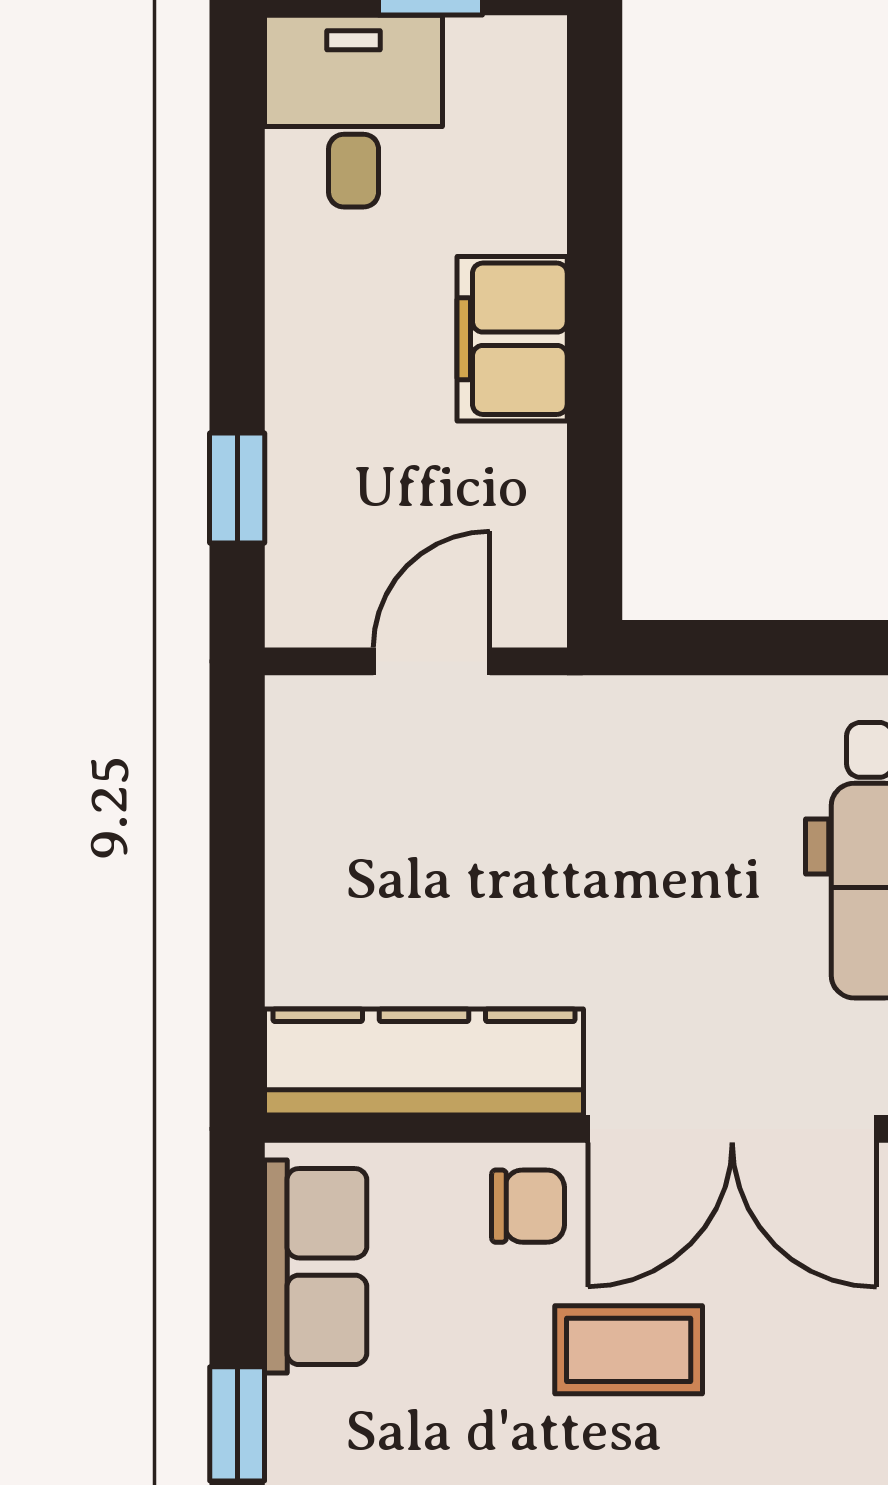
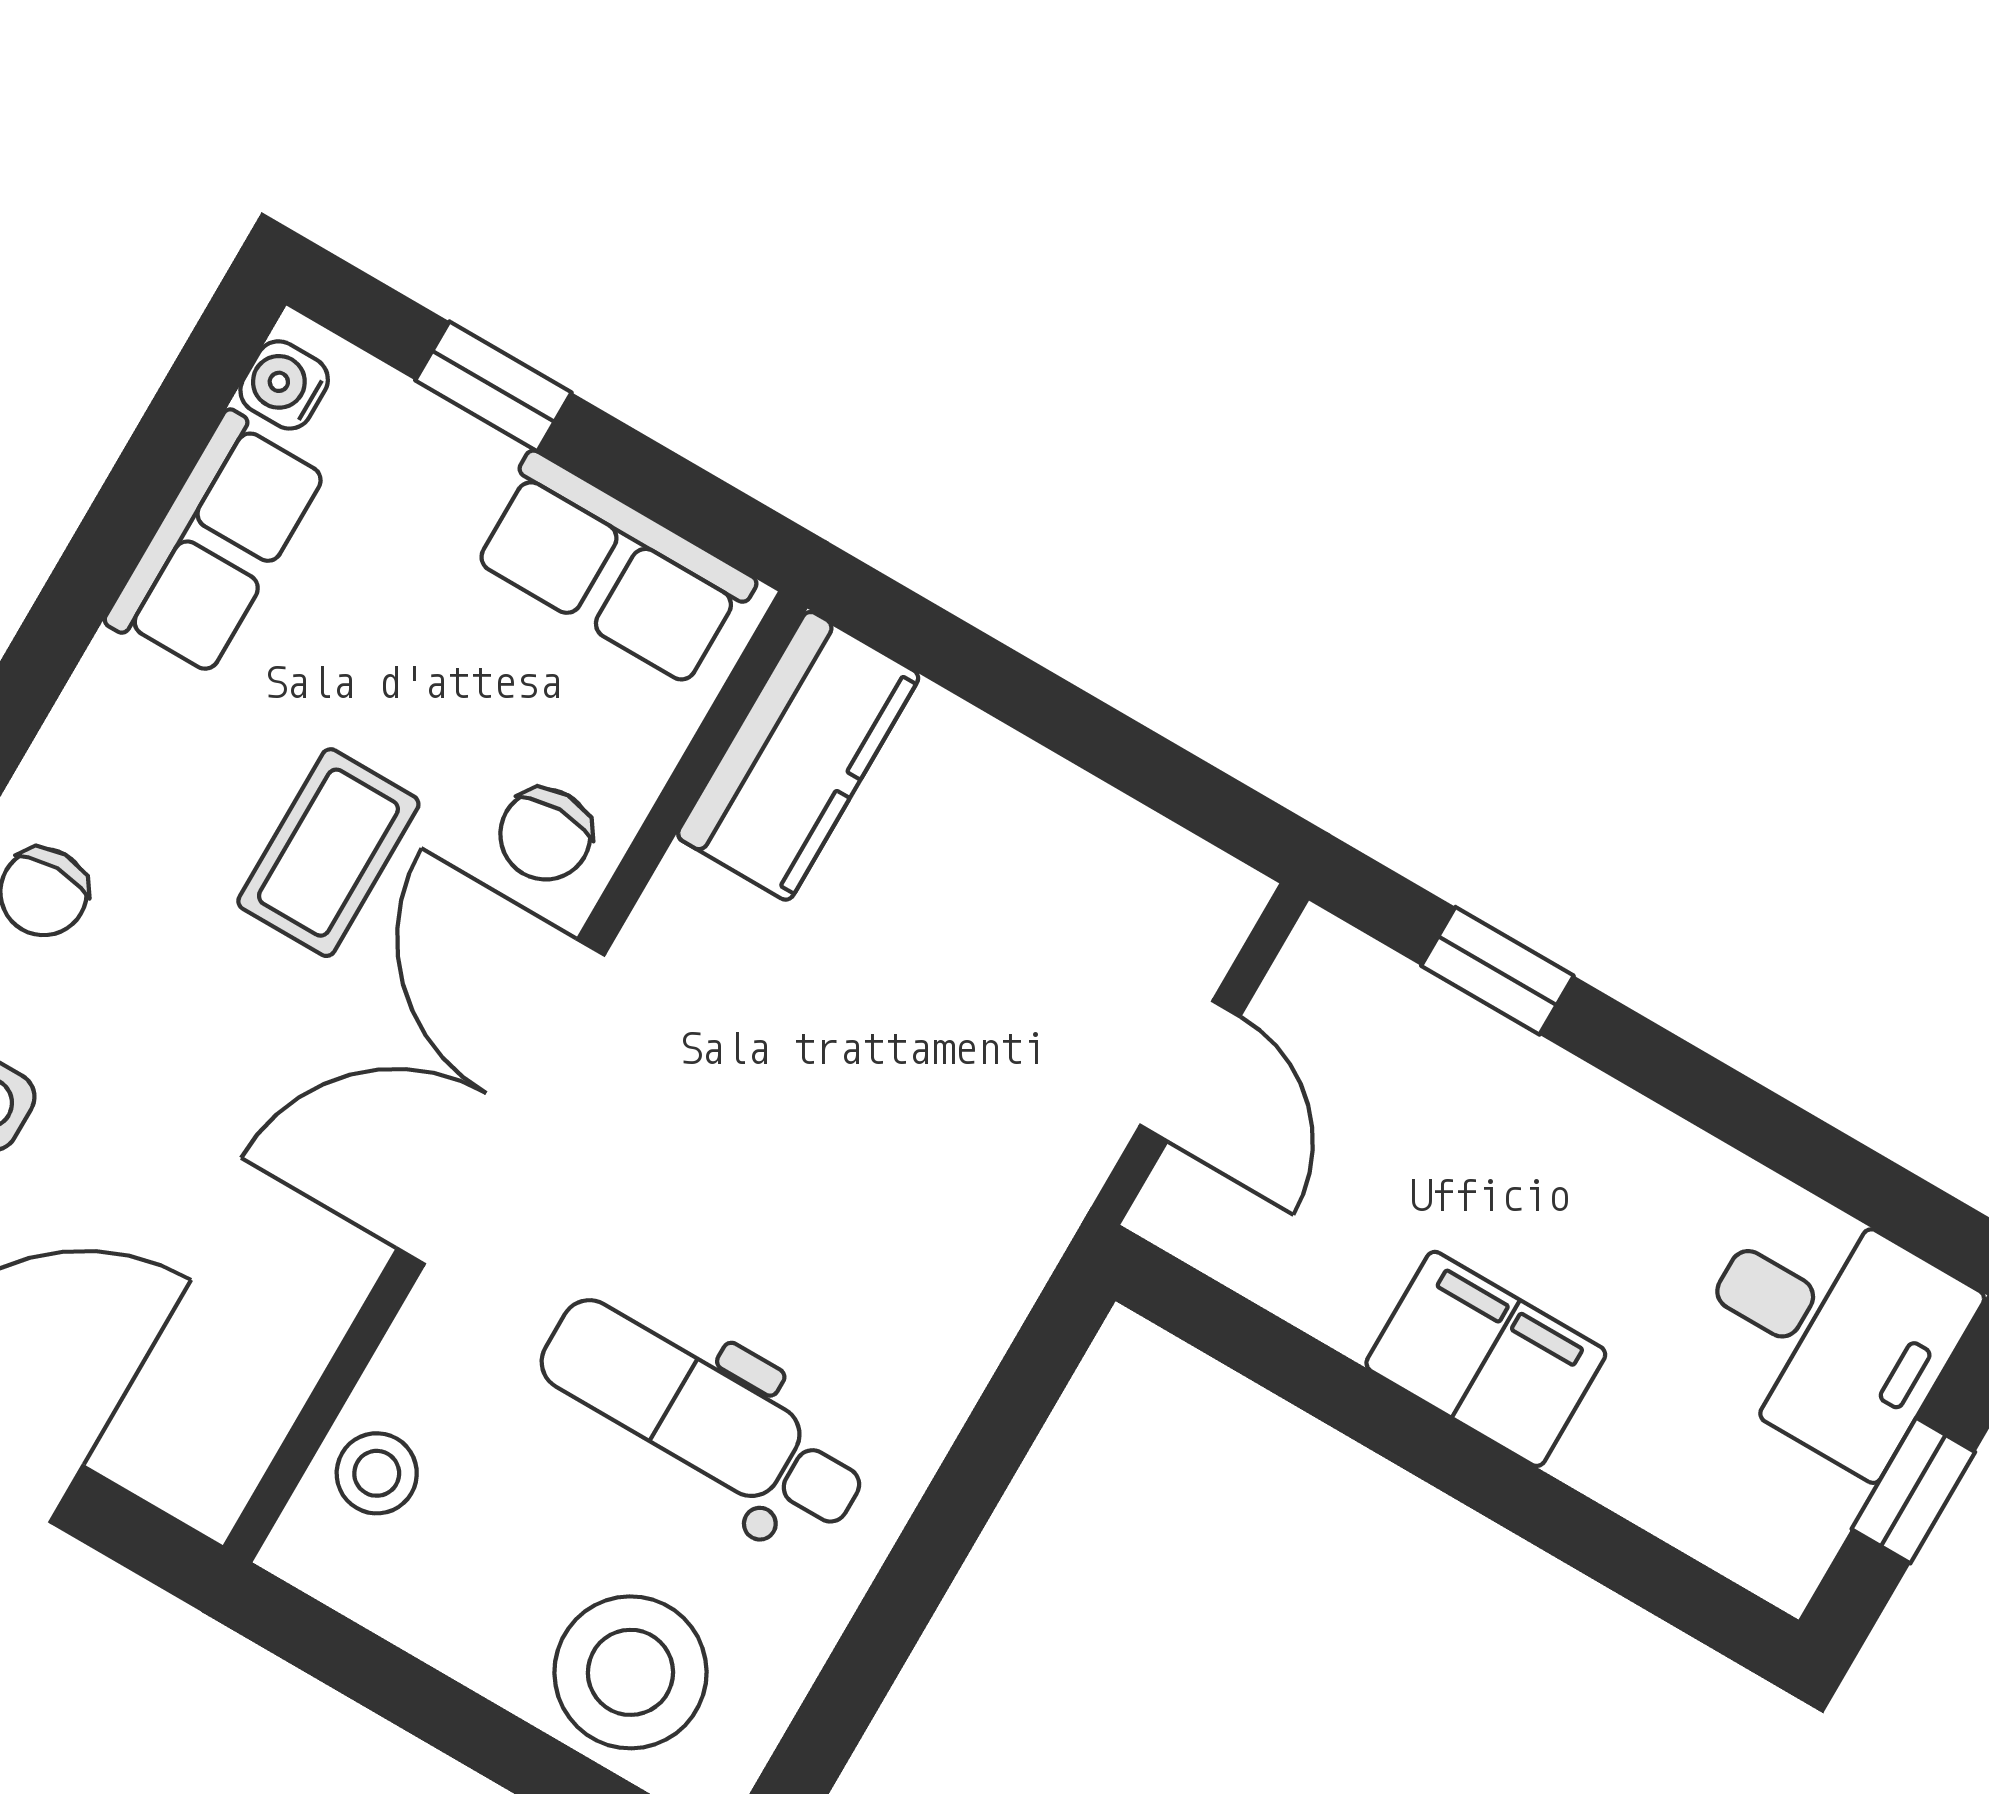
kitchen counter: (424, 1062) -> (798, 756), width x0.67

